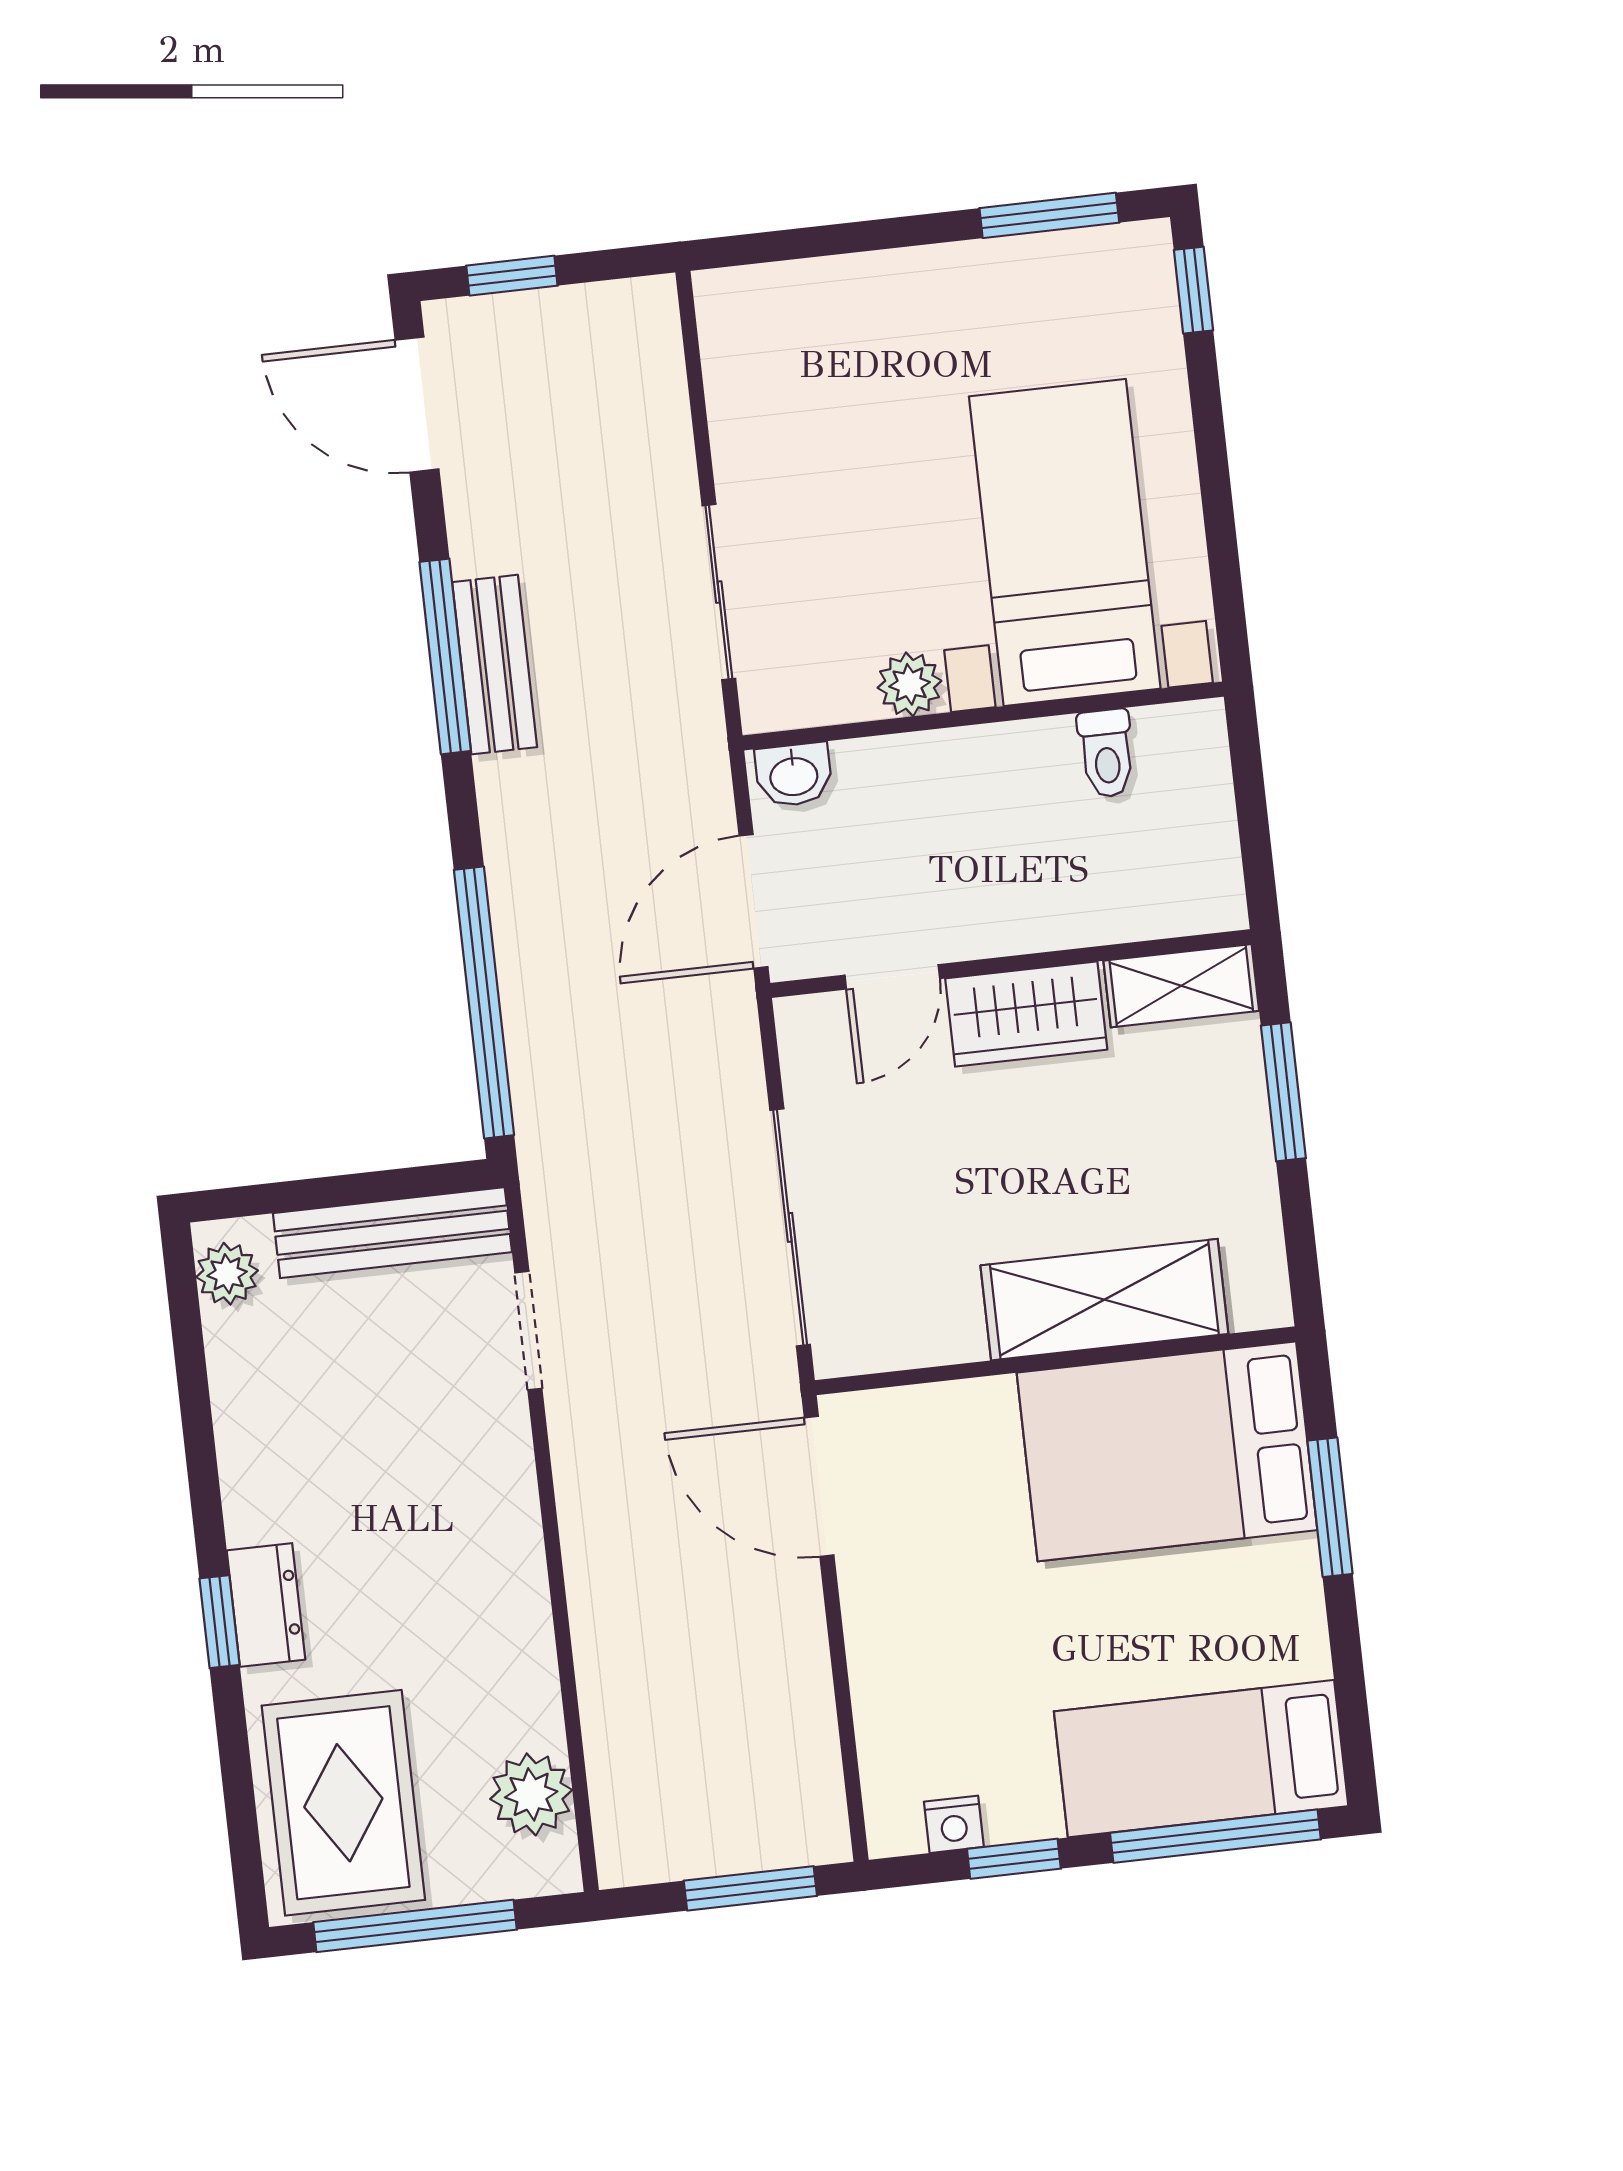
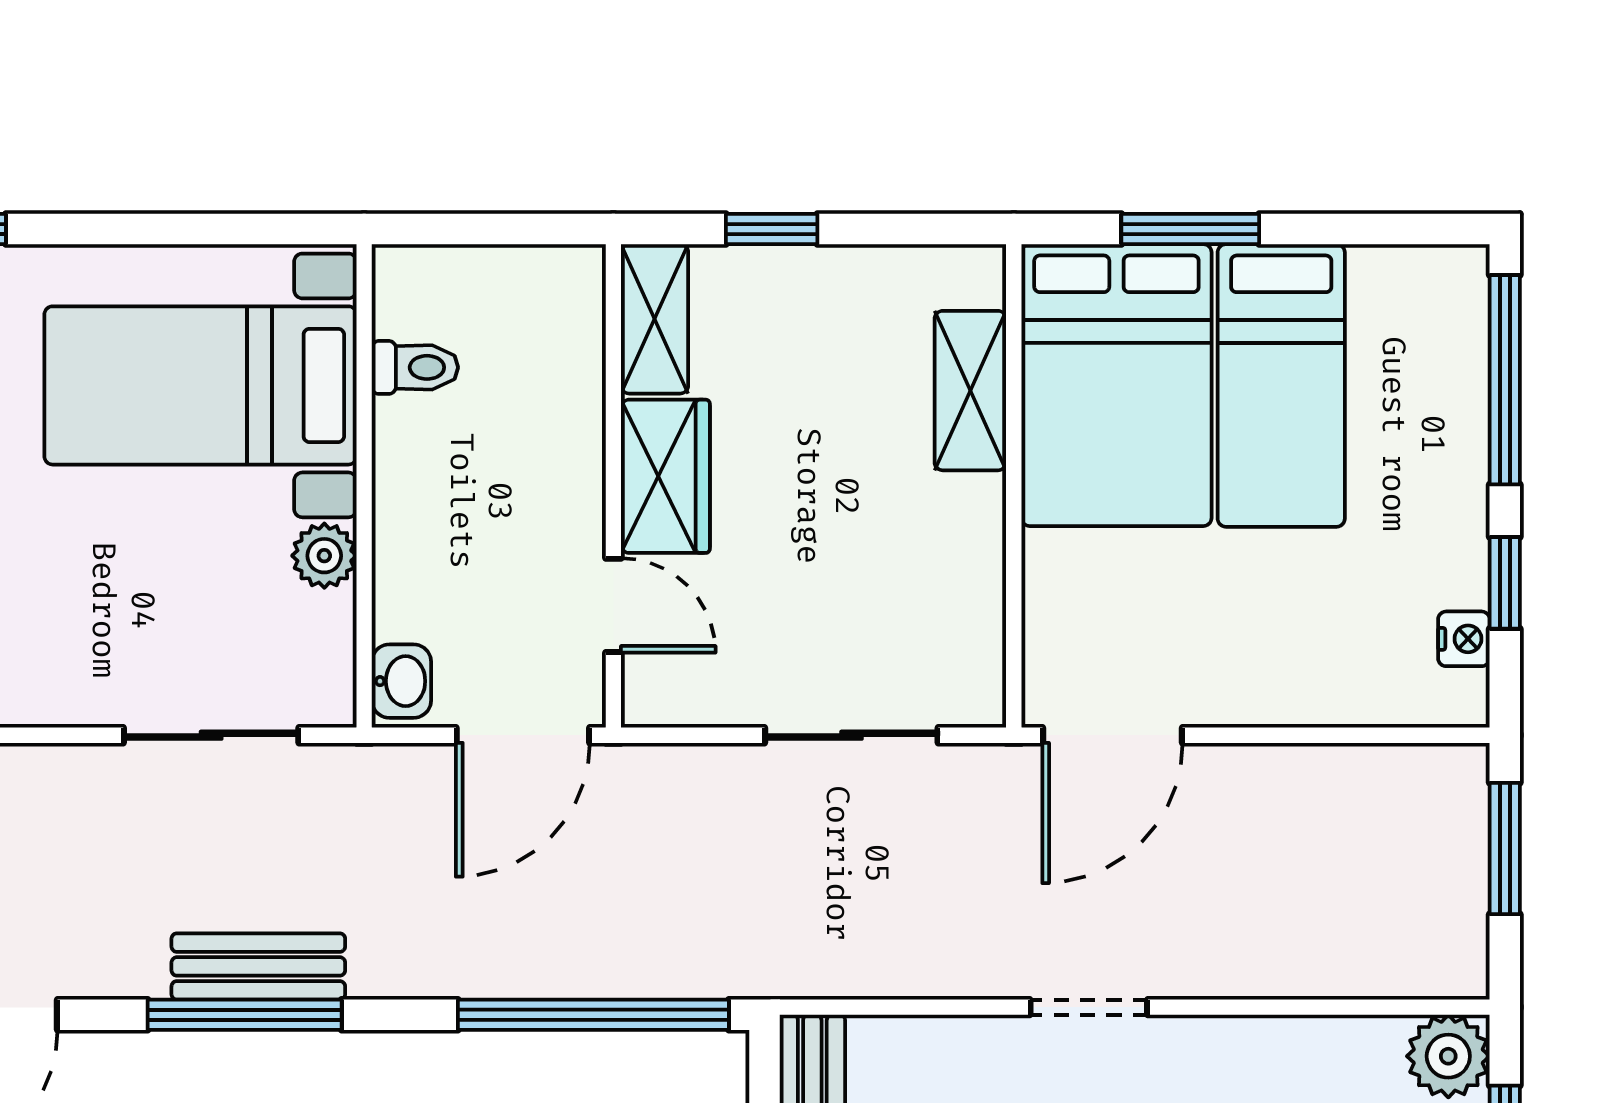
door: (753, 901) -> (523, 735), hinge flipped
window: (1283, 1092) -> (772, 229), width x0.67
sliding door: (790, 1227) -> (851, 735), width x0.73
shelving: (1104, 1300) -> (970, 391), width x0.67, depth x0.75
doorway: (528, 1331) -> (1089, 1007), moved
bed: (1201, 1759) -> (1281, 385), moved
plant: (531, 1794) -> (1448, 1056), moved

